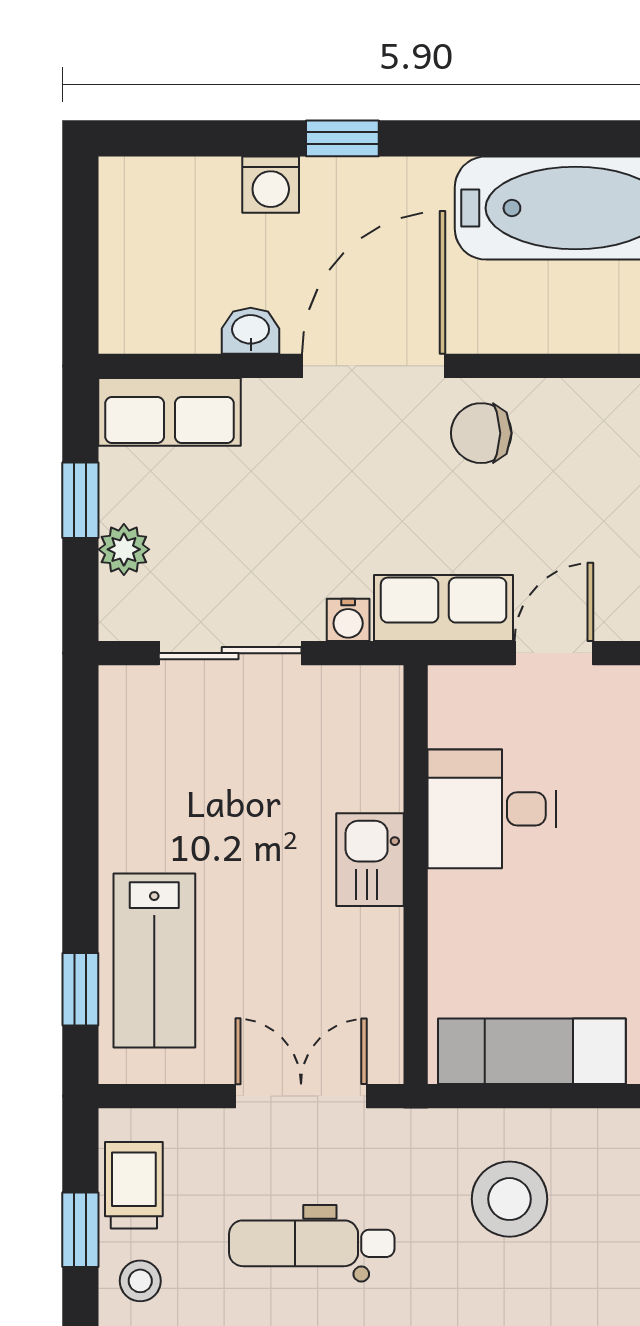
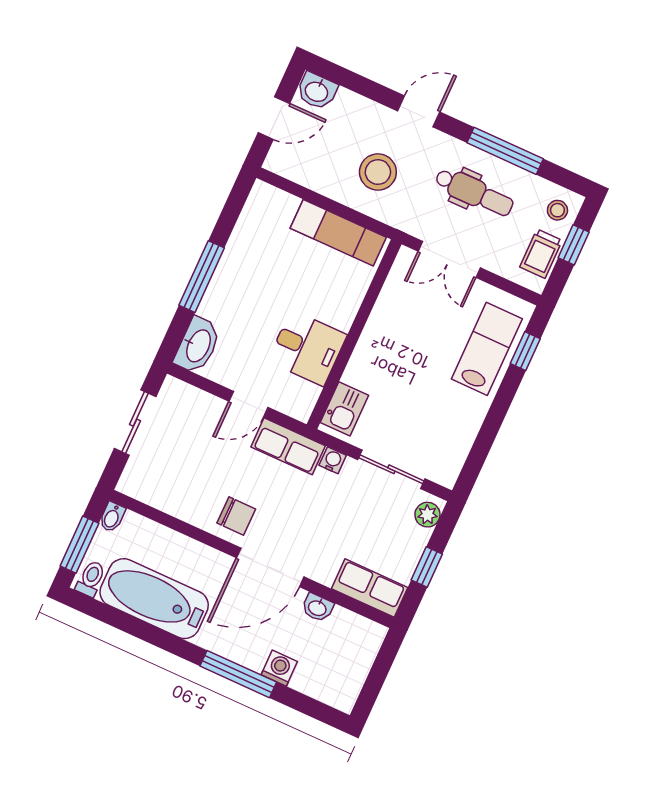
window: (342, 138) -> (238, 674), width x2.17
plant: (124, 549) -> (427, 515), moved
kitchen sink: (370, 860) -> (344, 409), moved

